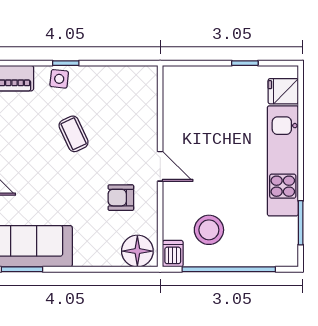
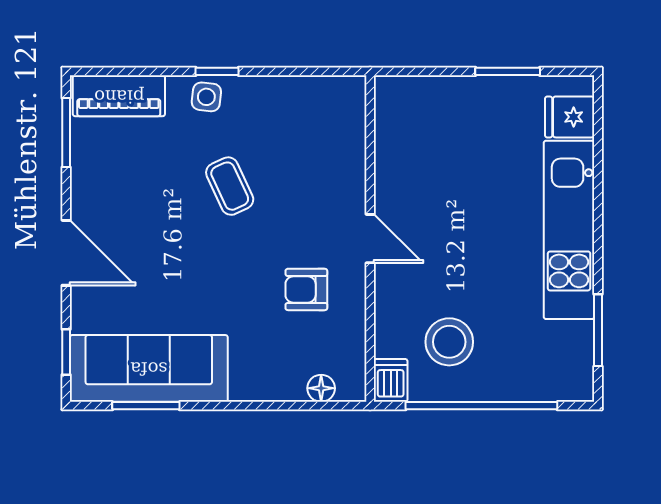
window: (245, 63) -> (508, 71), width x1.50
floor lamp: (137, 251) -> (321, 388), width x0.53, depth x0.53

